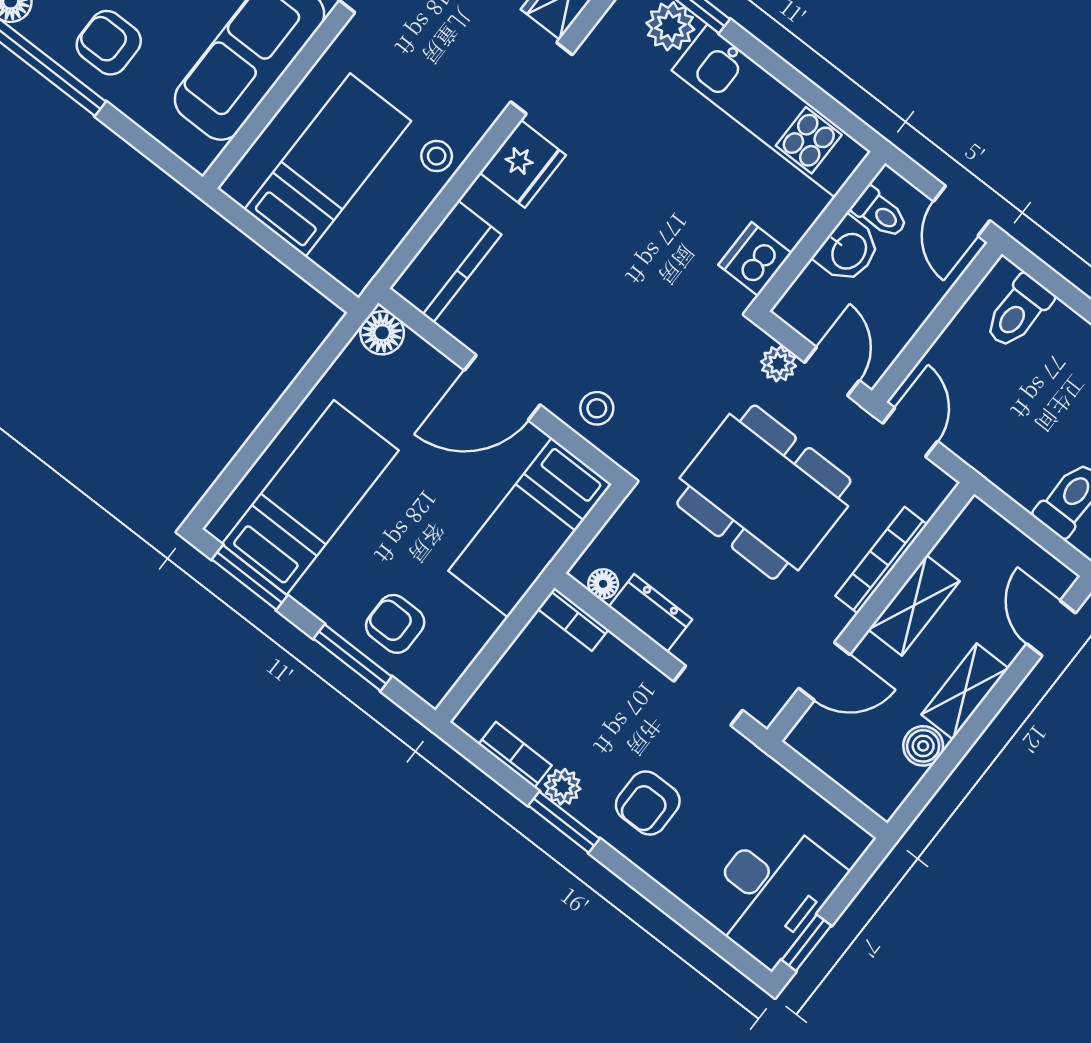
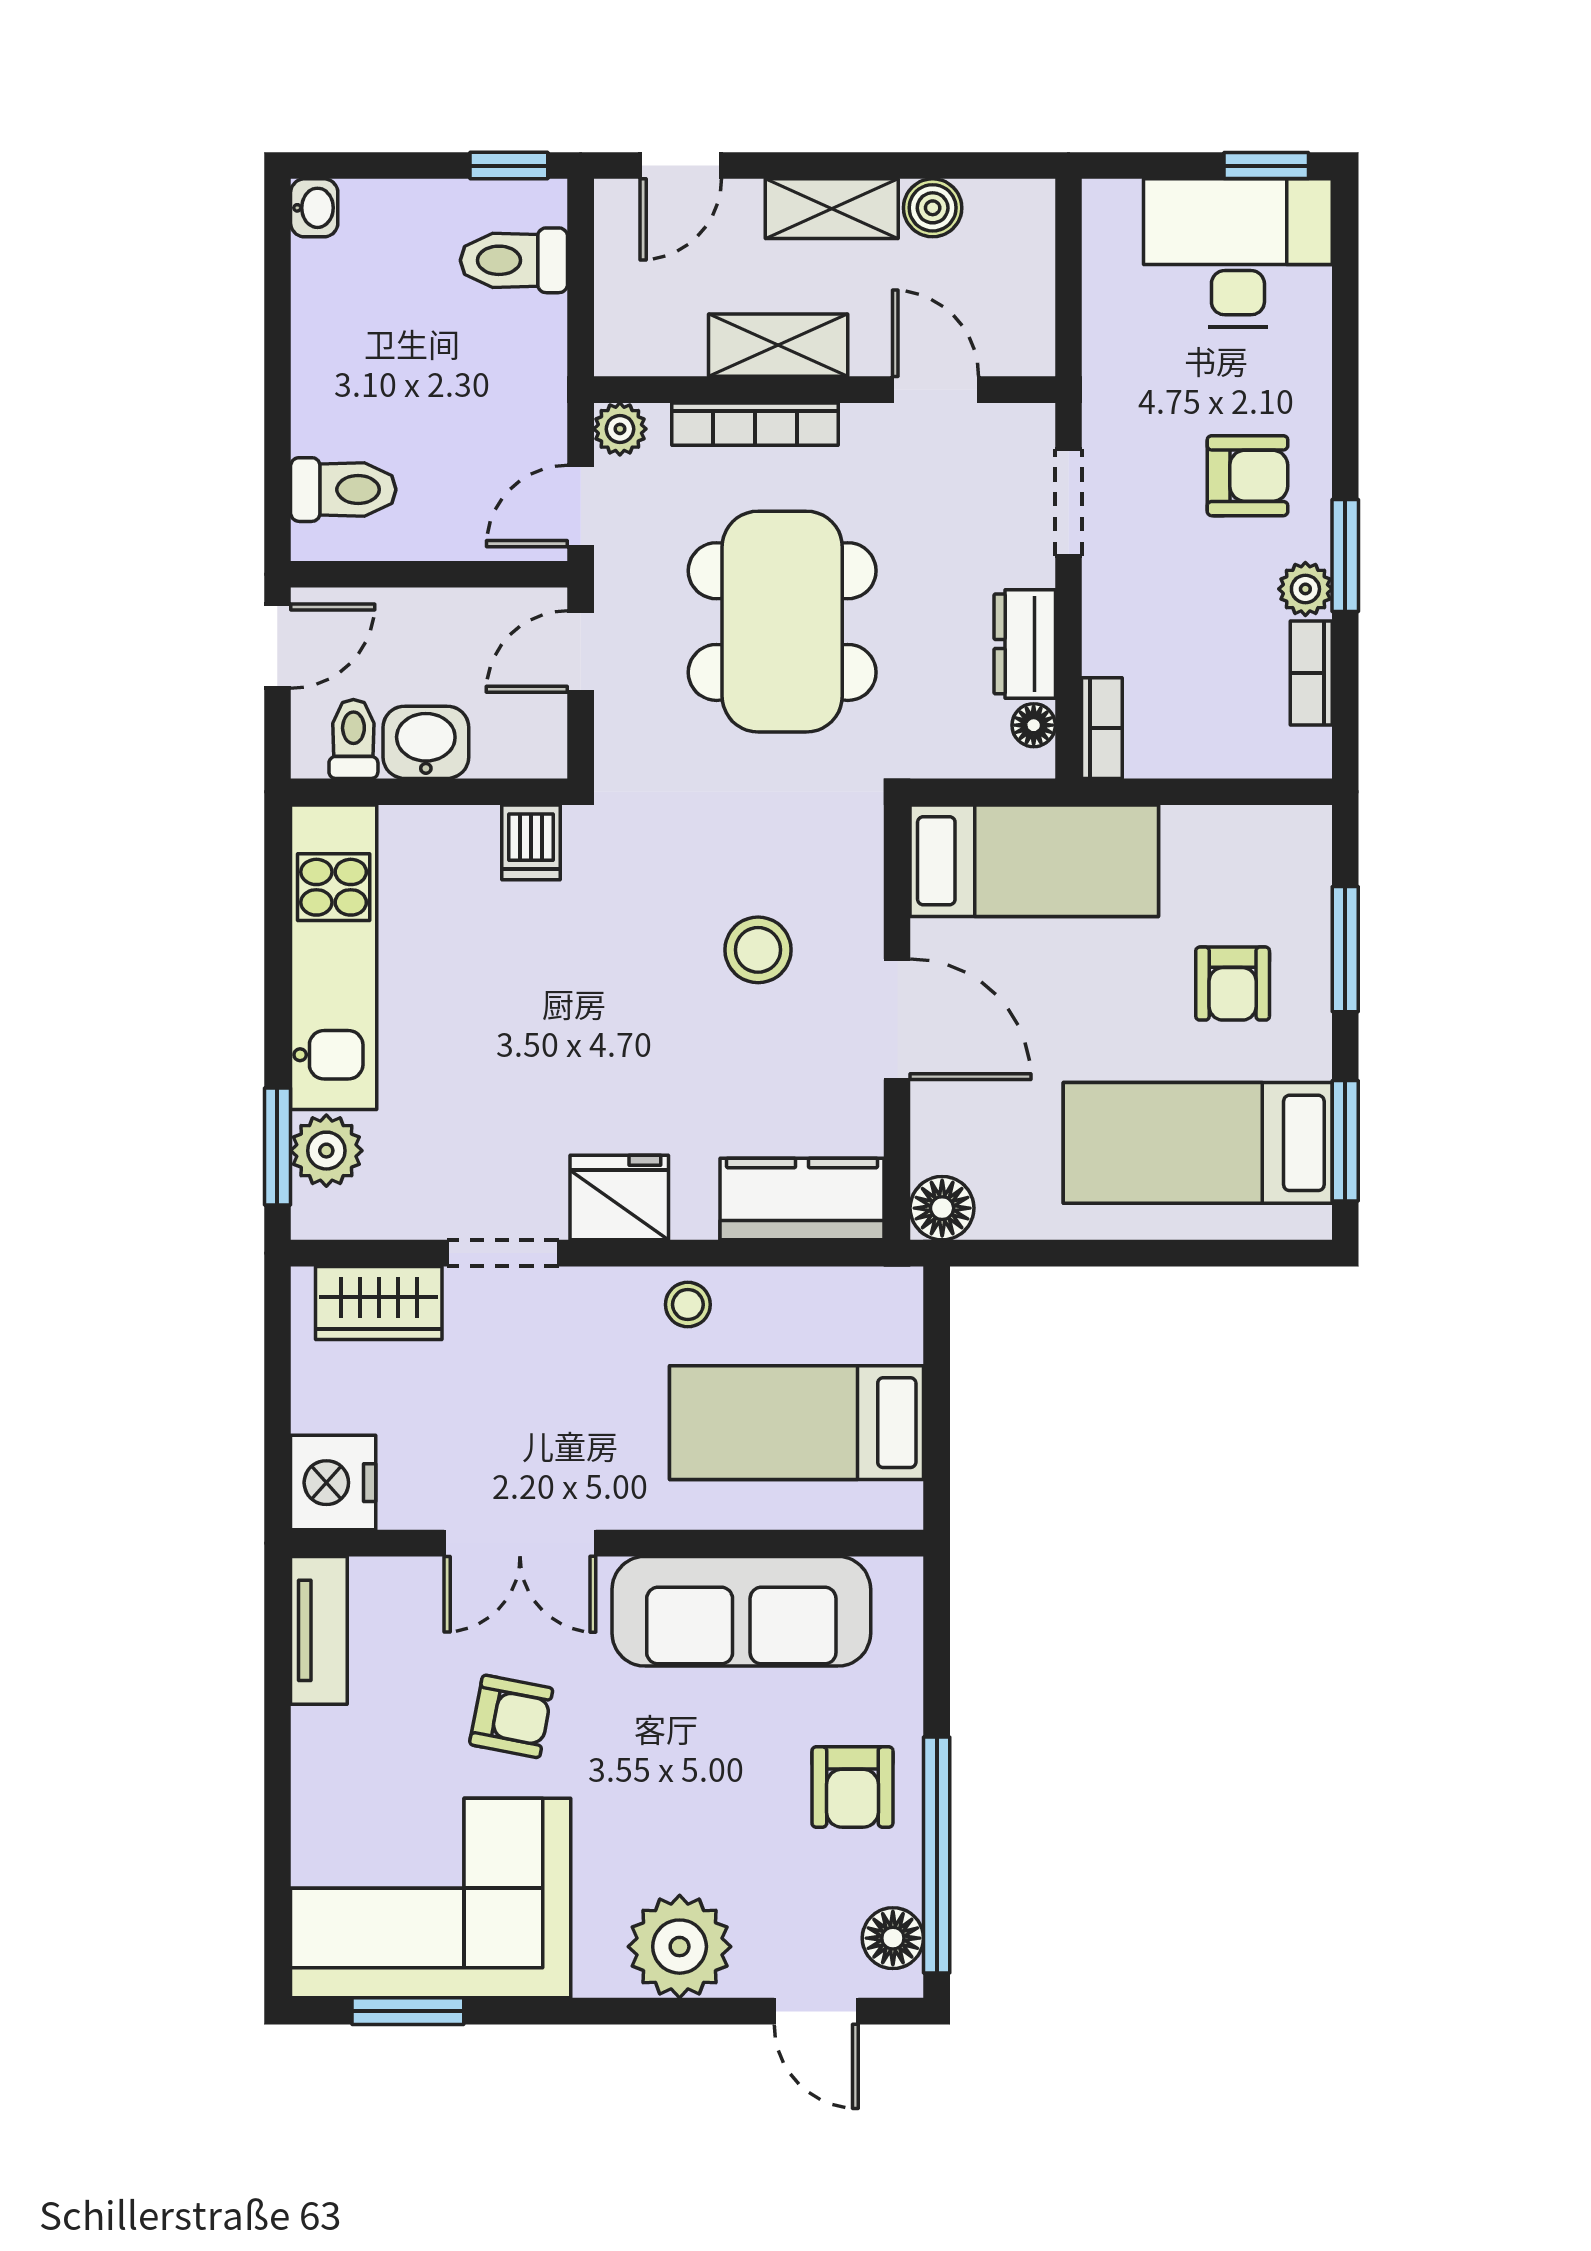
dishwasher: (755, 259) -> (531, 842), width x0.73
plant: (779, 364) -> (620, 429), moved
stool: (597, 408) -> (758, 950), moved, width x1.37, depth x1.37
armchair: (395, 624) -> (1233, 984), moved

